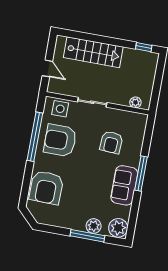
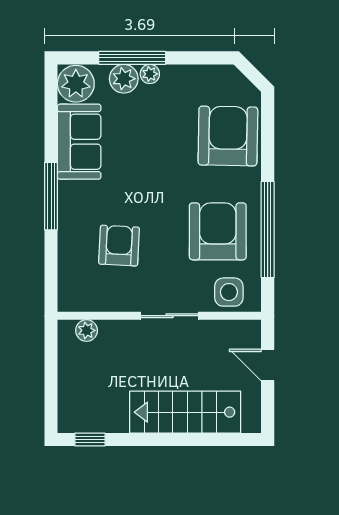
armchair: (60, 140) -> (218, 231), turned -90
sofa: (124, 185) -> (79, 142), moved
plant: (80, 226) -> (150, 74), added

